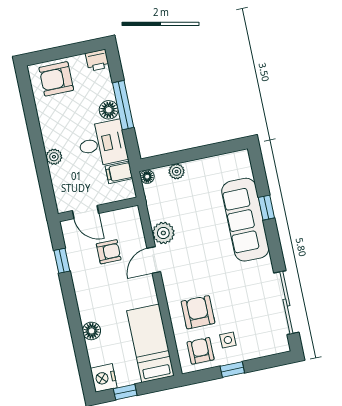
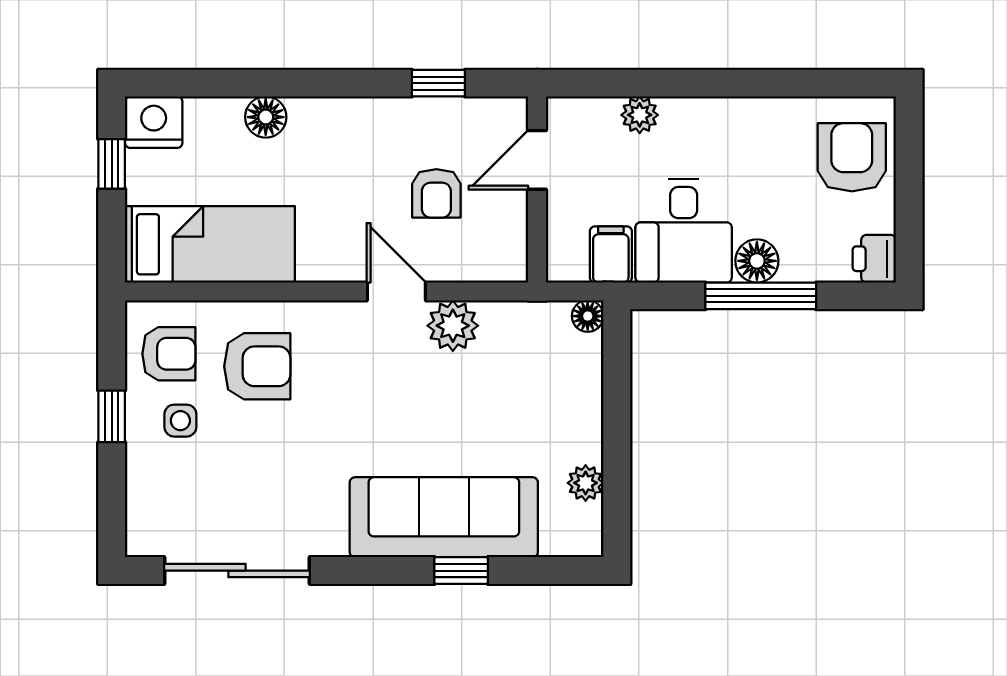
plant: (54, 157) -> (640, 115), moved
plant: (177, 171) -> (586, 483), moved

